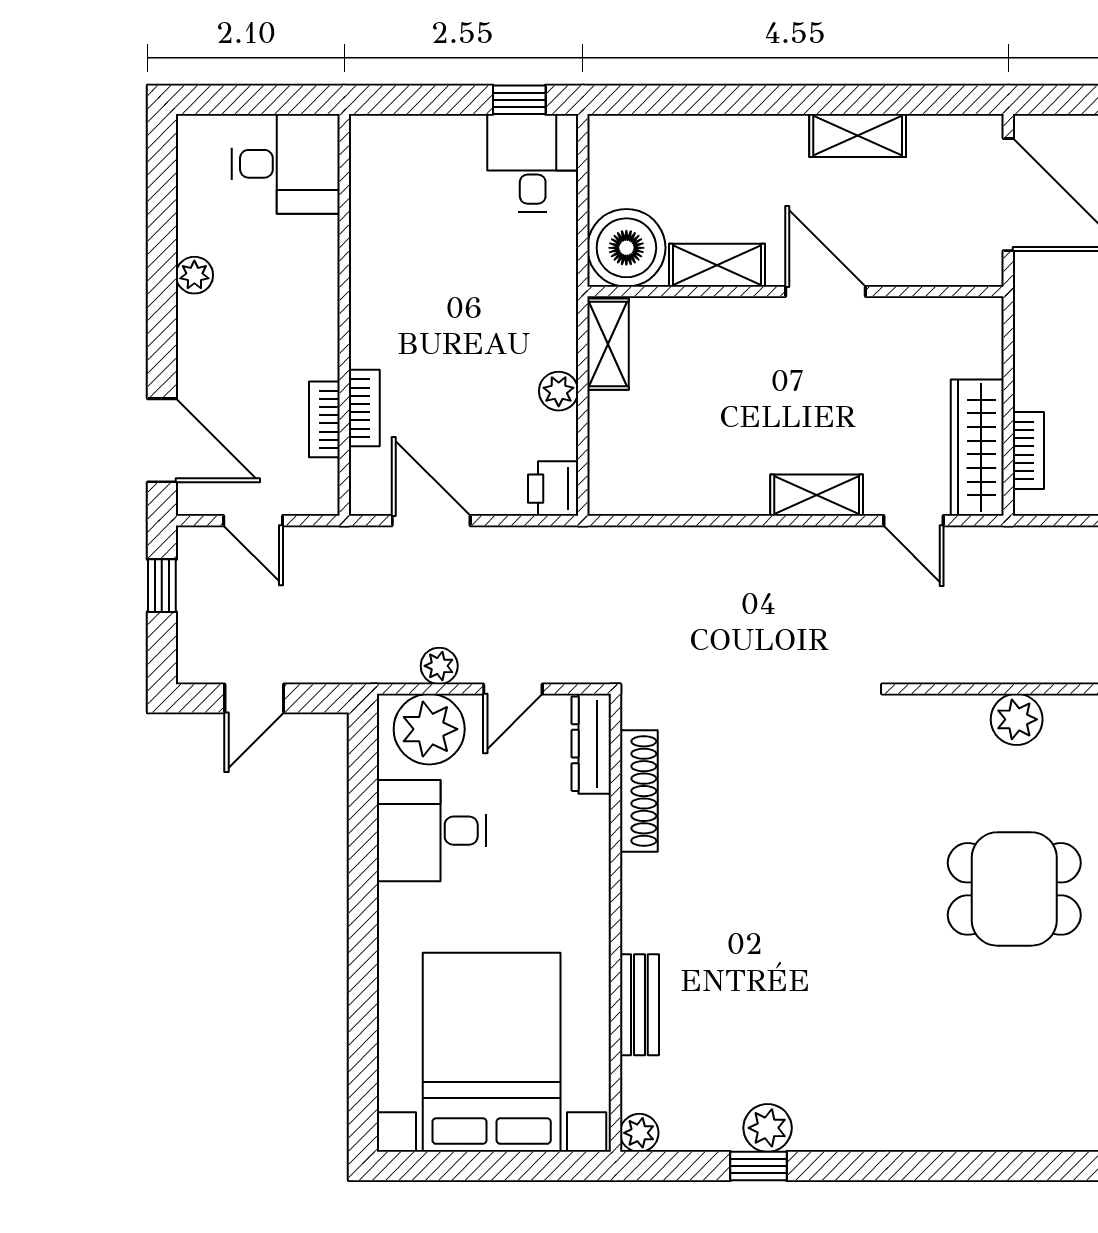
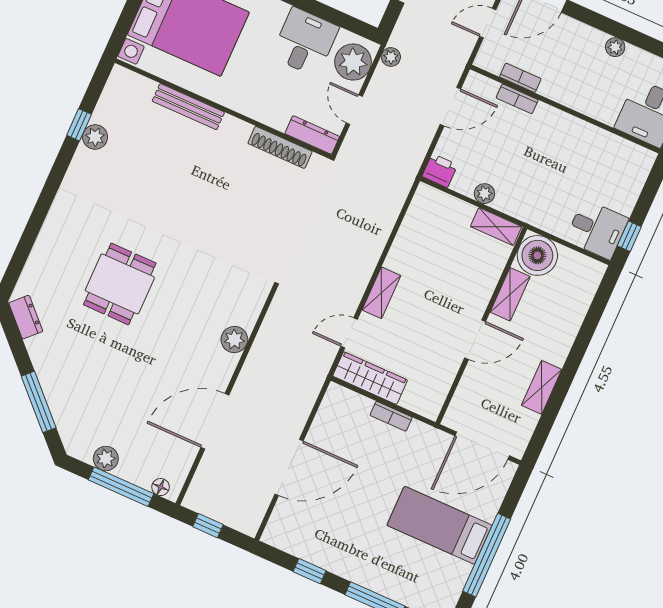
bookcase: (1028, 451) -> (391, 416), moved
plant: (439, 666) -> (391, 57), moved
dining table: (1014, 889) -> (120, 284), moved
bench: (639, 1005) -> (188, 107), width x1.36
plant: (639, 1133) -> (120, 76), removed

